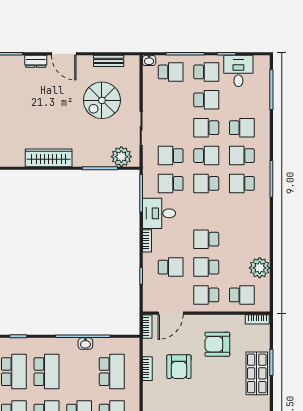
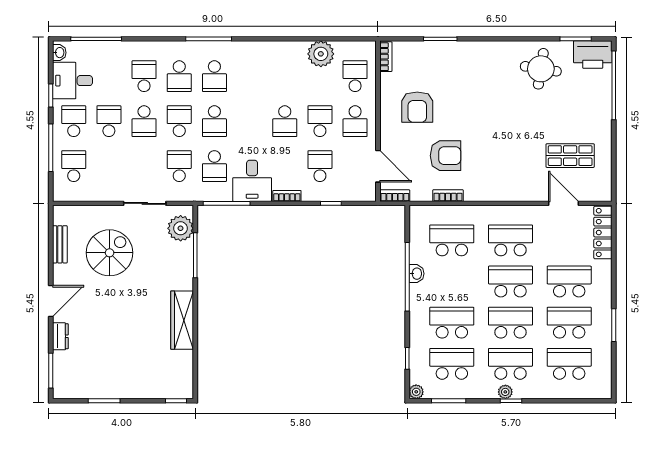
washbasin: (149, 60) -> (59, 53), moved
spiral stairs: (102, 100) -> (110, 253), turned -90
school desk: (171, 156) -> (179, 166), turned 180
school desk: (206, 267) -> (320, 121), turned 180
shop shelf: (257, 373) -> (454, 57), removed

